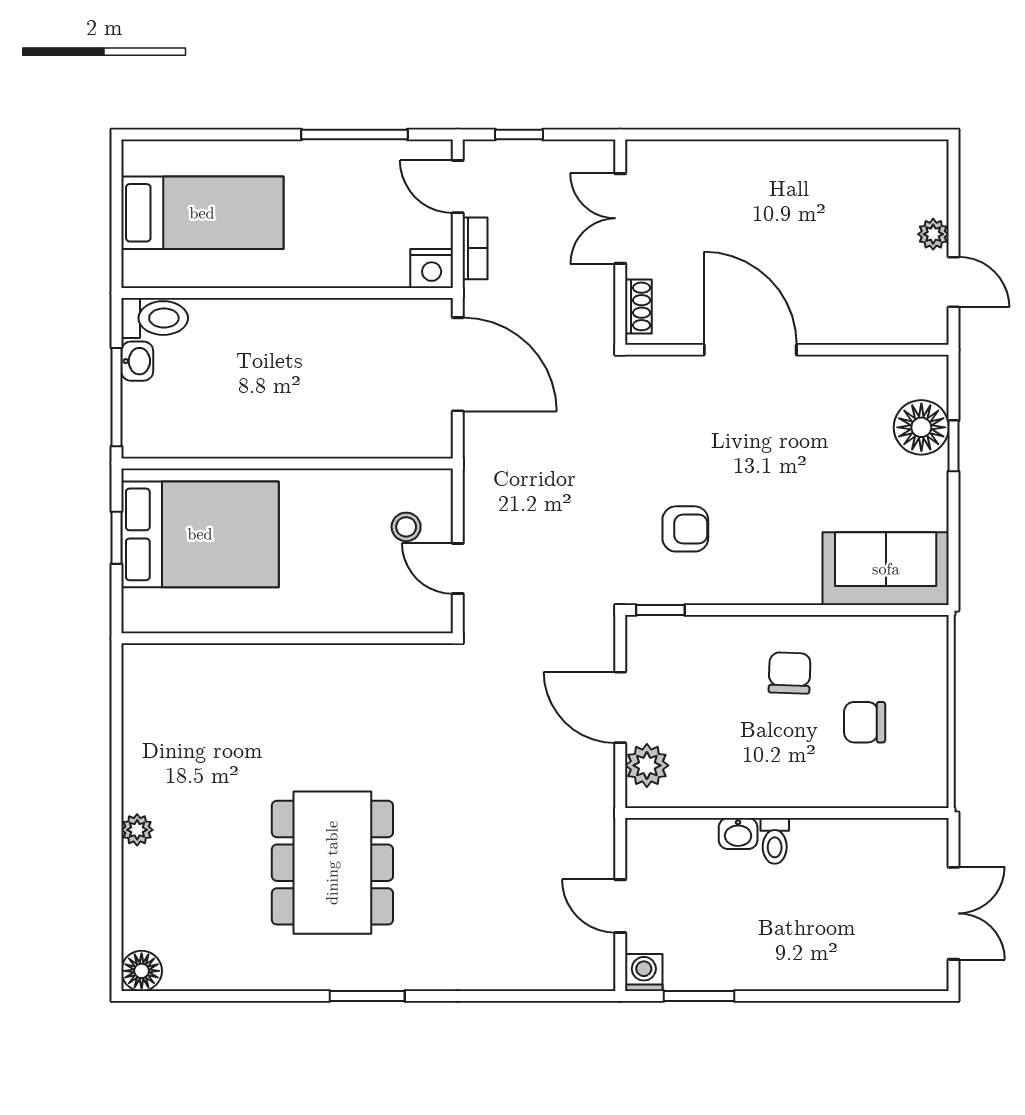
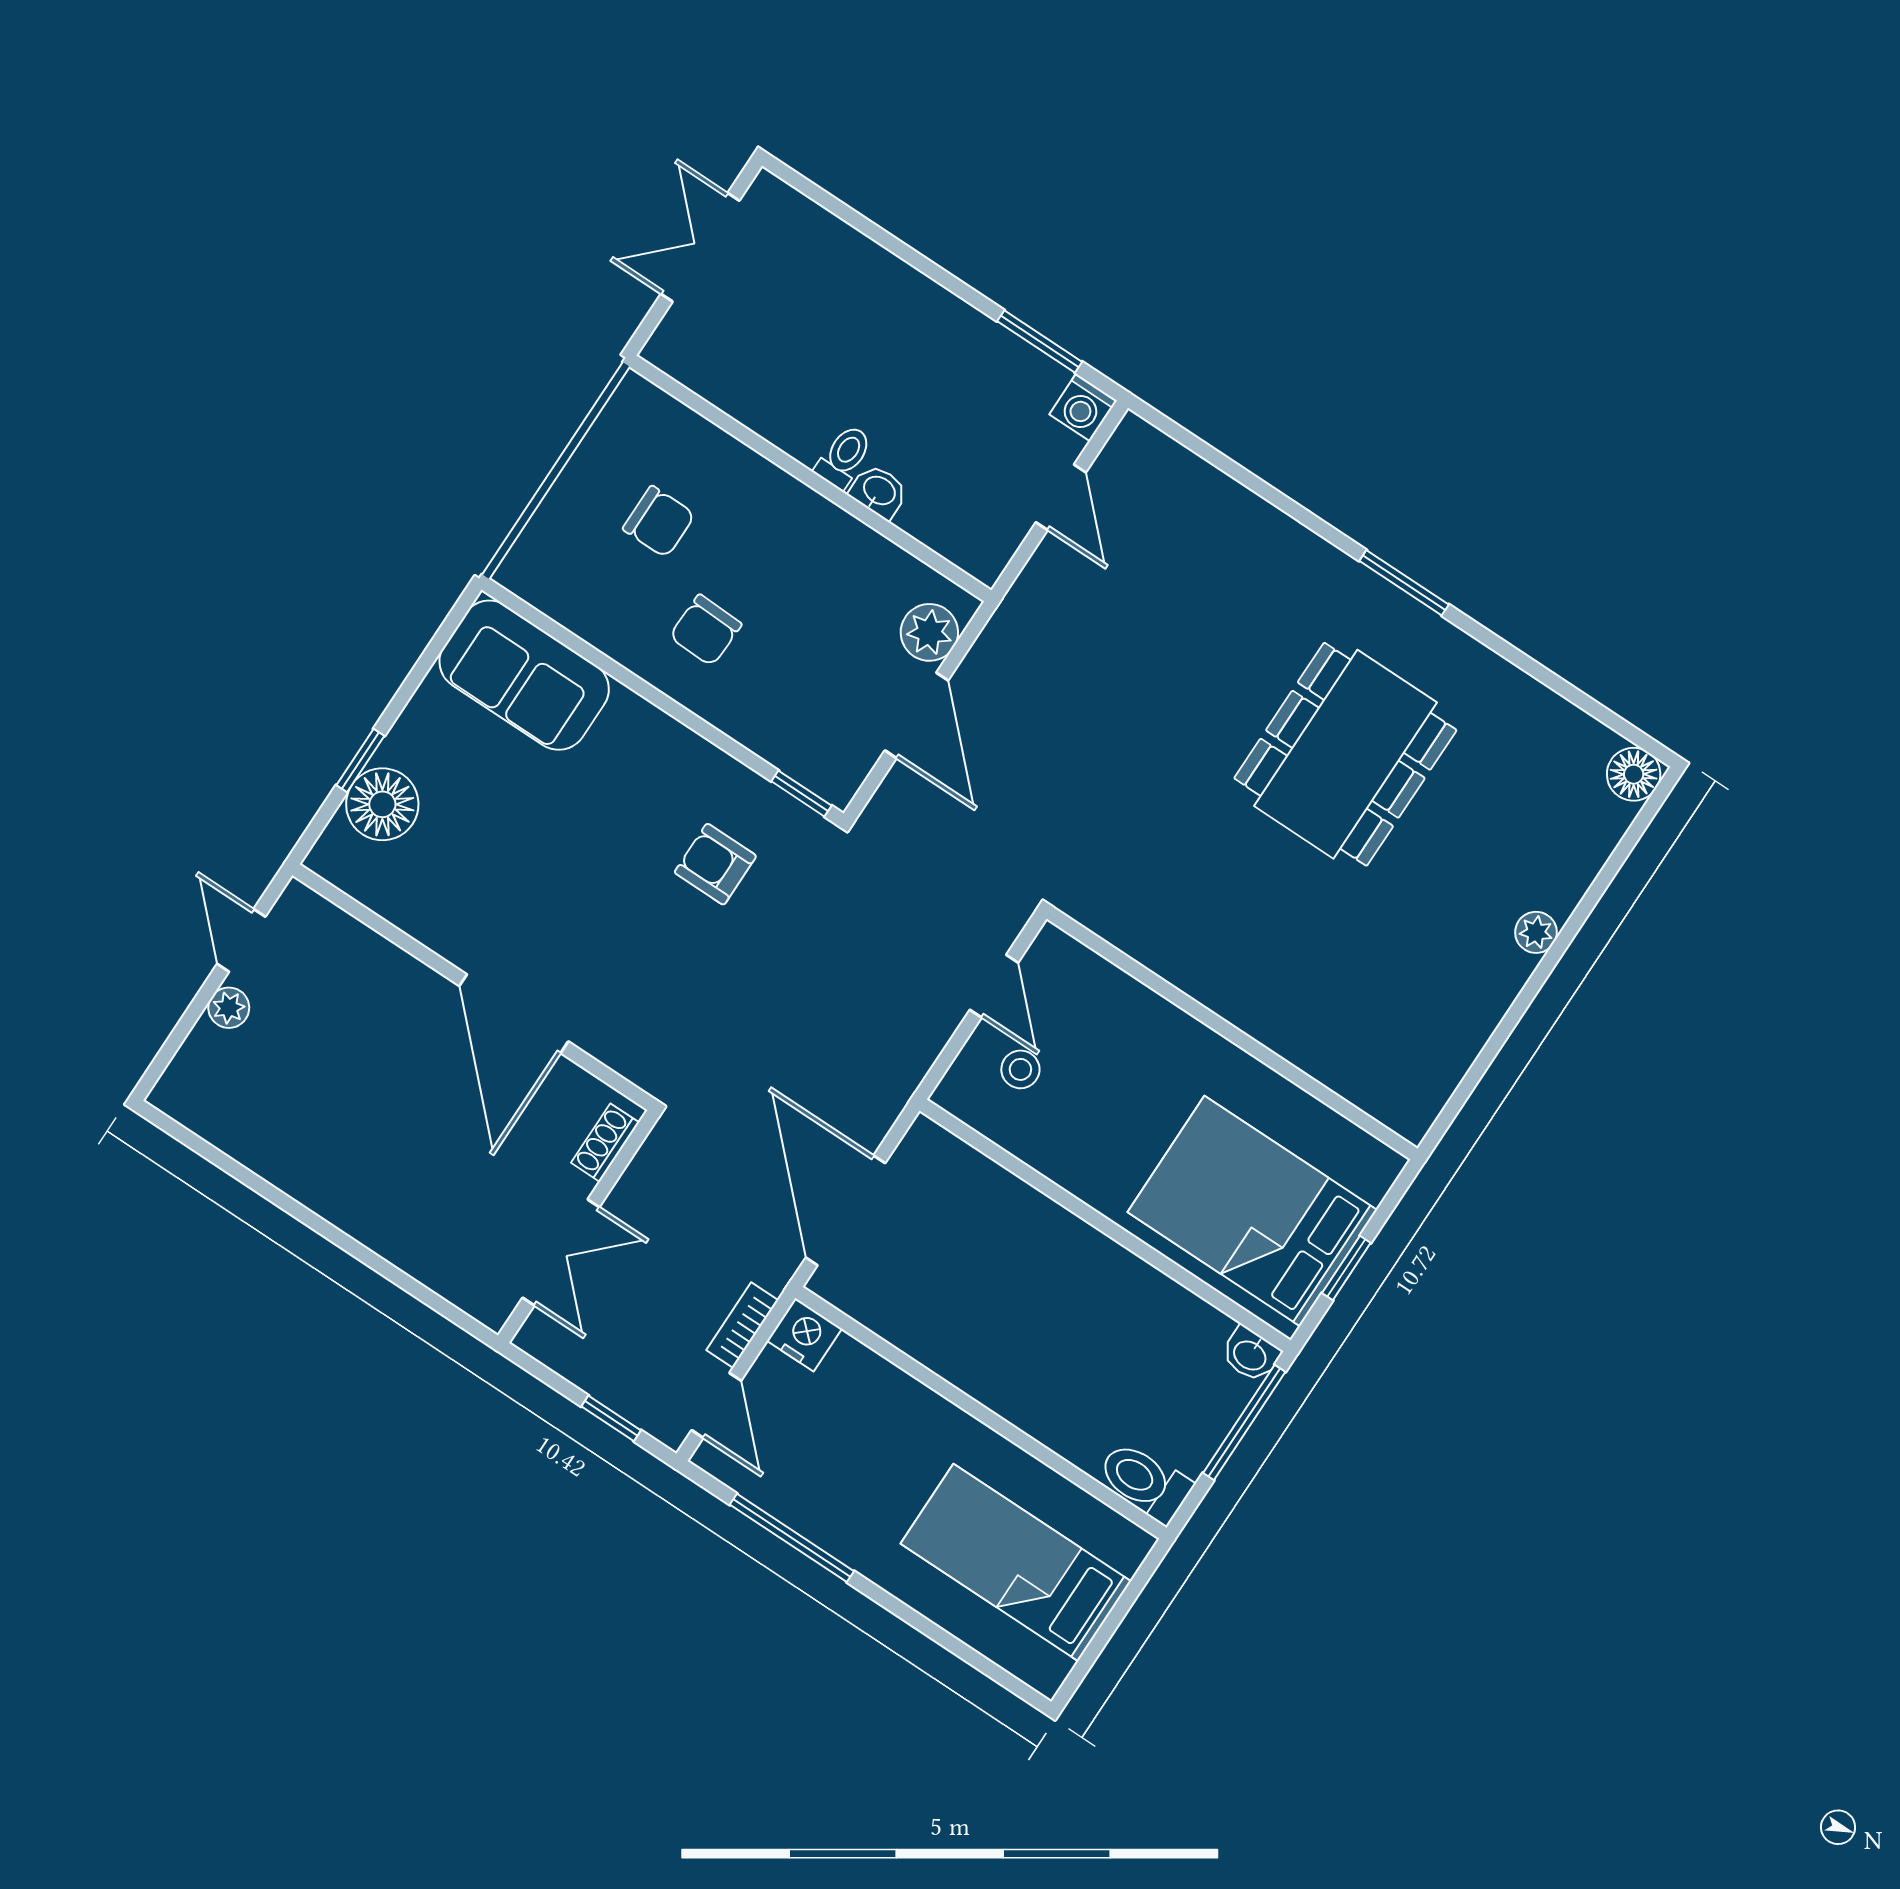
washbasin: (137, 361) -> (1250, 1354), moved, turned -90

